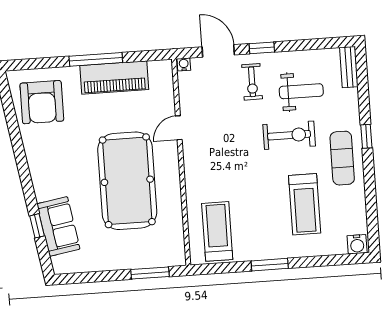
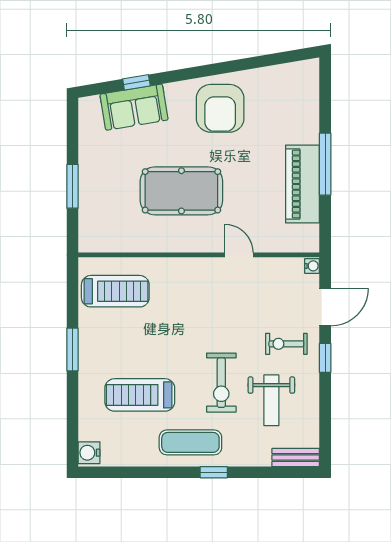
armchair: (42, 102) -> (220, 108), moved, turned -90
pool table: (127, 181) -> (181, 191), width x0.73, depth x0.76
window: (150, 273) -> (72, 186), moved

